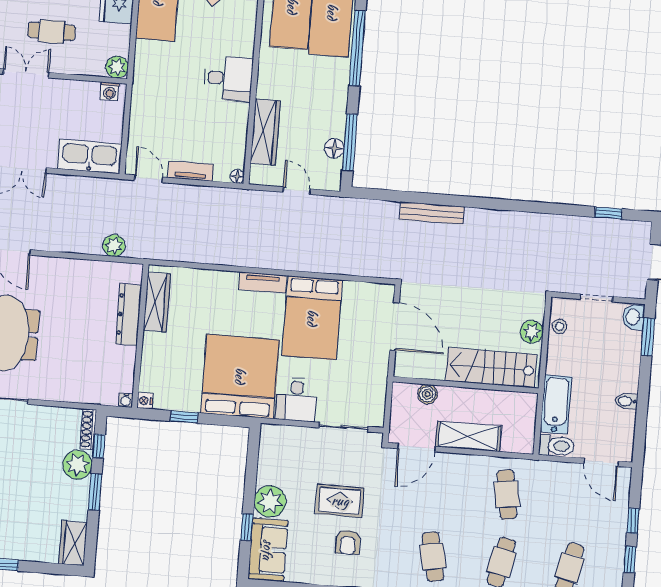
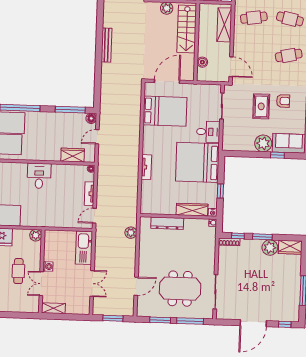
washing machine: (110, 91) -> (48, 266), moved
wardrobe: (265, 132) -> (73, 155), width x0.67
floor lamp: (334, 148) -> (91, 118), moved
bench: (432, 213) -> (106, 45), moved
tv unit: (263, 282) -> (146, 167), moved
wardrobe: (157, 302) -> (192, 210), moved
bed: (312, 318) -> (165, 111), moved
shelving: (468, 436) -> (224, 25), moved
plant: (77, 465) -> (270, 248), moved

